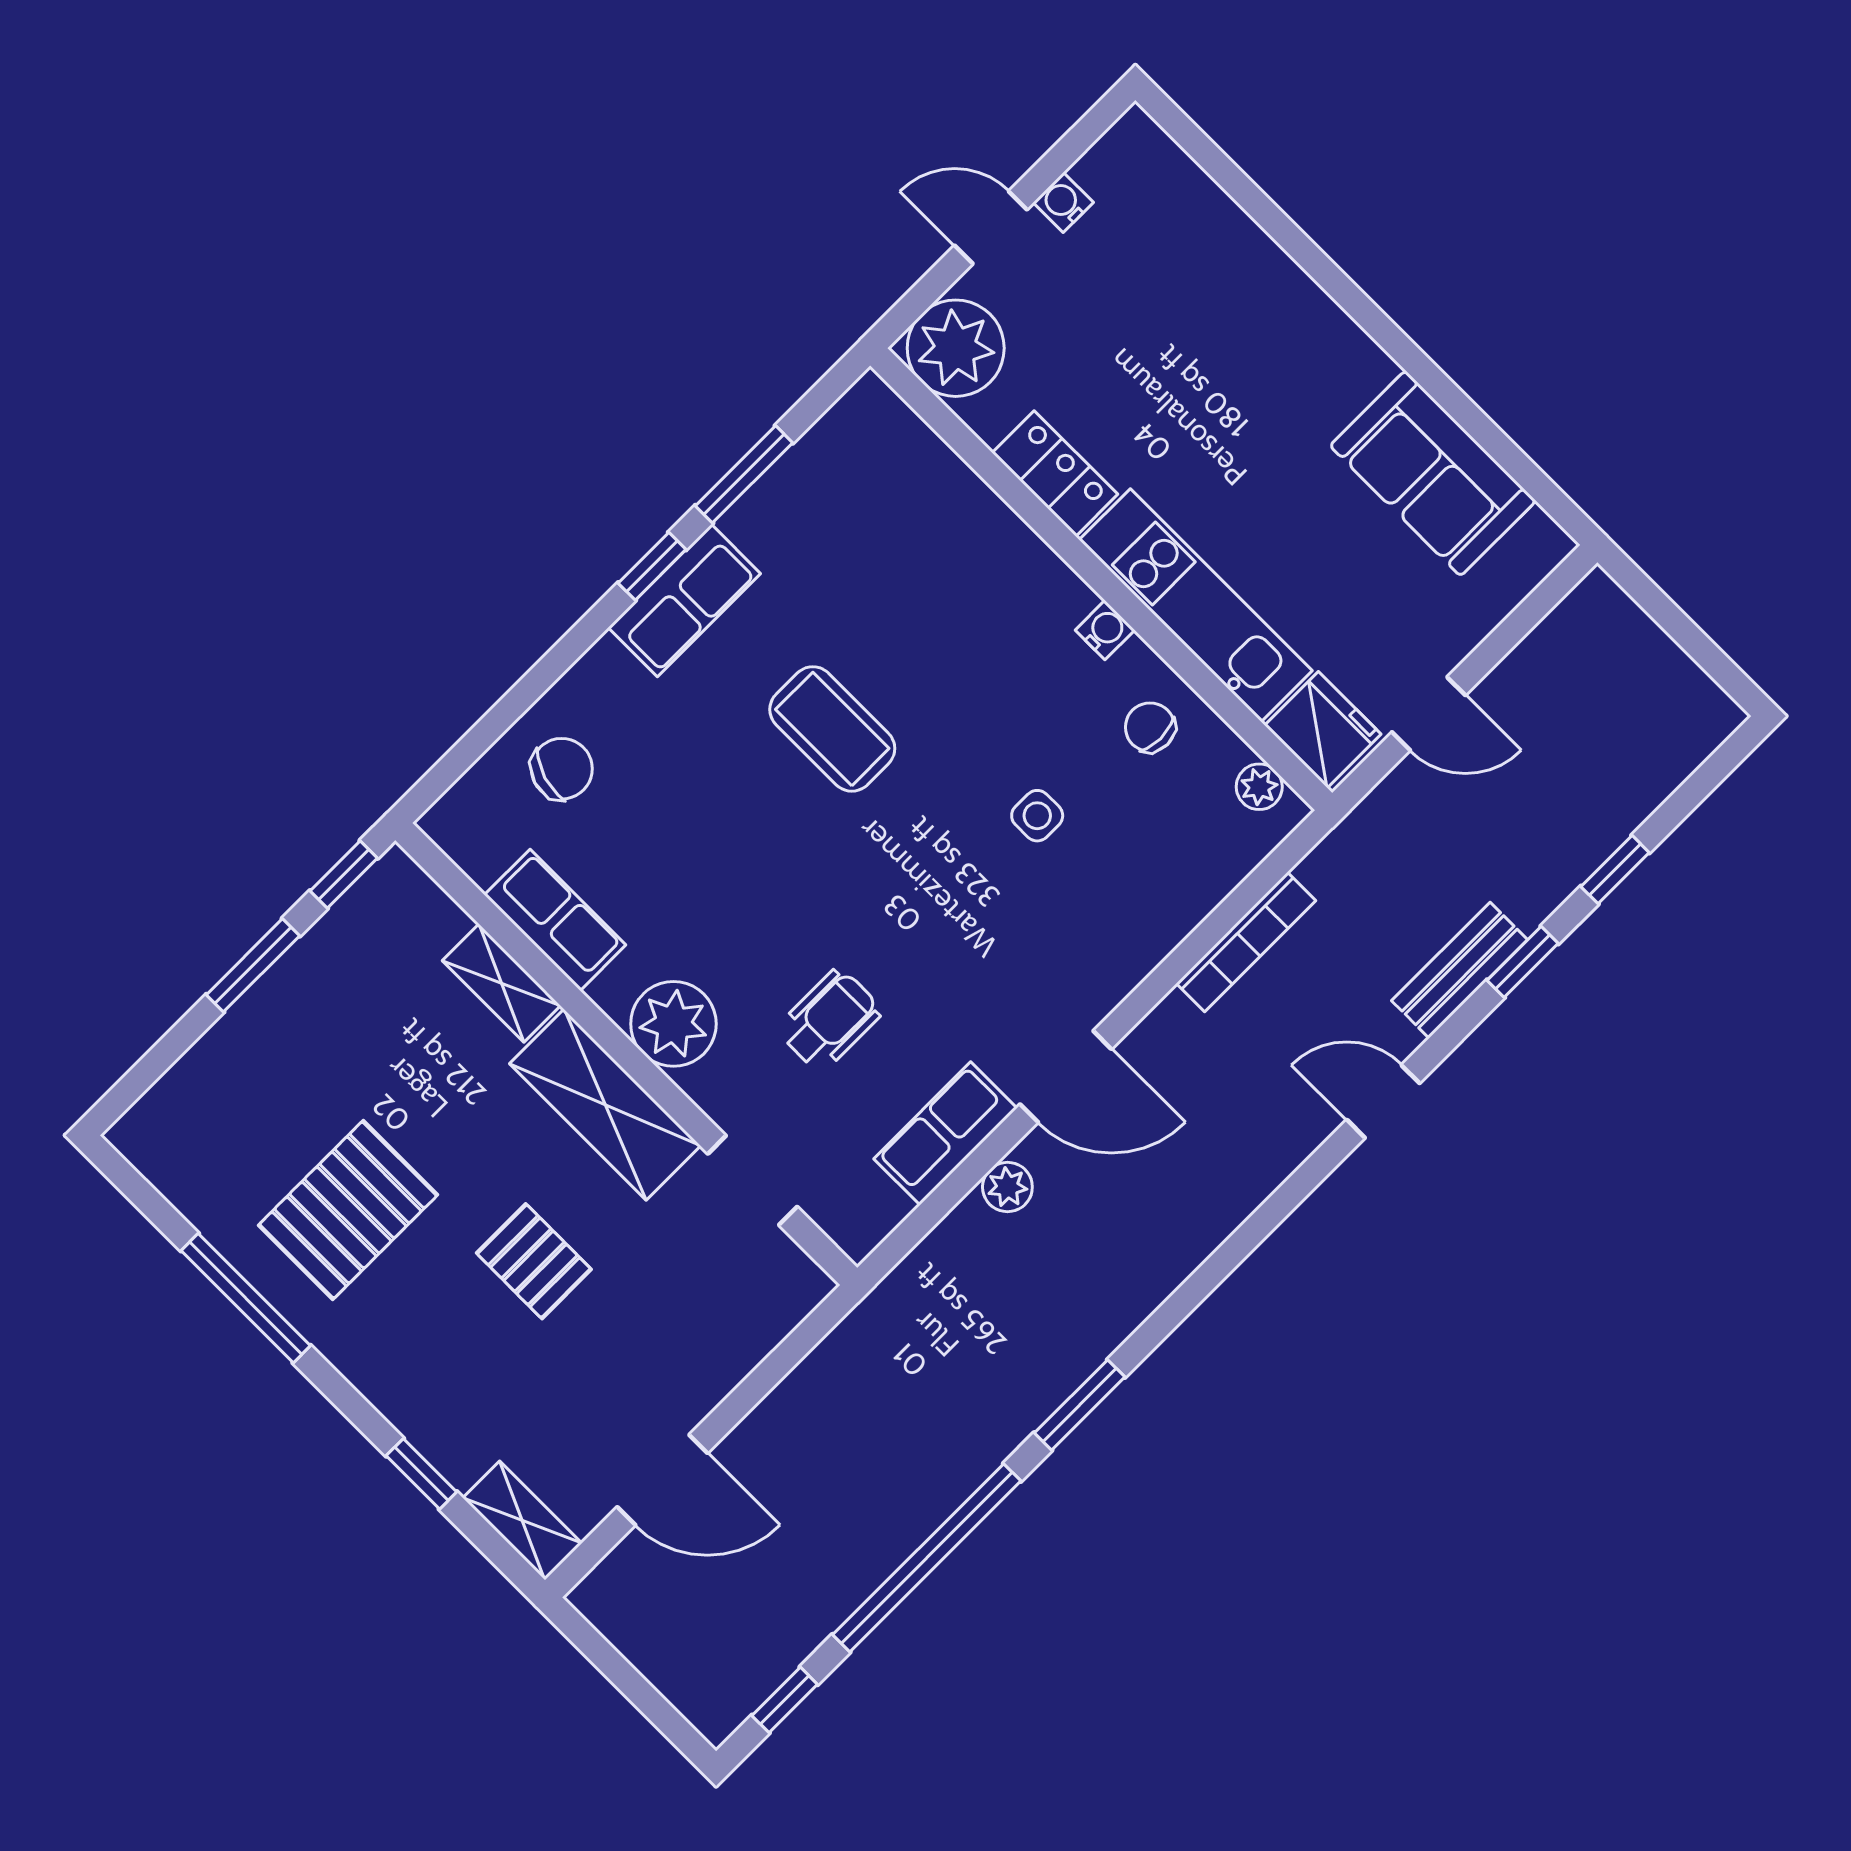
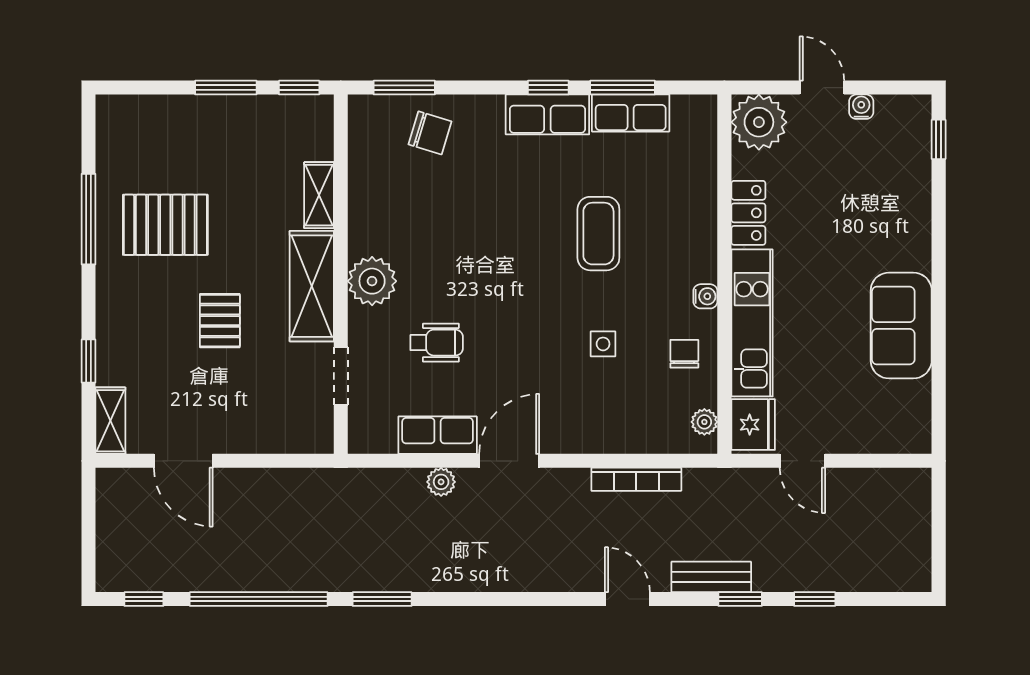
window: (1199, 147) -> (939, 139), added
sofa: (1433, 473) -> (901, 326), moved
coffee table: (832, 729) -> (598, 234), moved
window: (474, 744) -> (404, 88), added
row of seats: (555, 920) -> (631, 113), moved, turned 90
door: (1066, 1077) -> (509, 461), swing flipped

